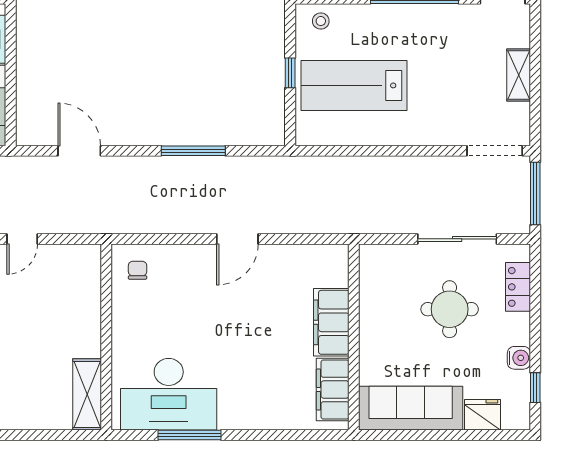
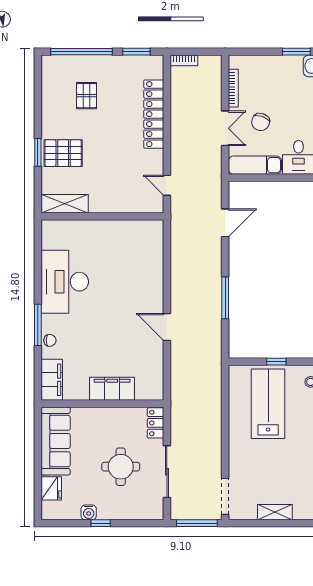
chair: (138, 270) -> (50, 340), moved
locker: (518, 287) -> (156, 423), moved, turned -90
wall: (106, 337) -> (102, 216), moved
window: (535, 388) -> (101, 523), moved
filing cabinet: (333, 390) -> (52, 380), moved, turned 90
shelving: (87, 394) -> (65, 204), moved
window: (189, 435) -> (38, 325), moved

